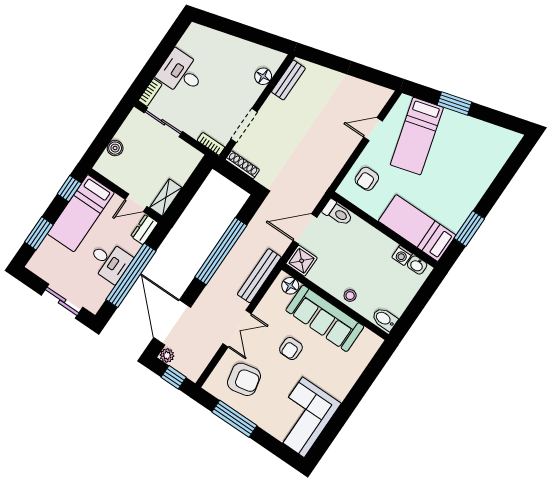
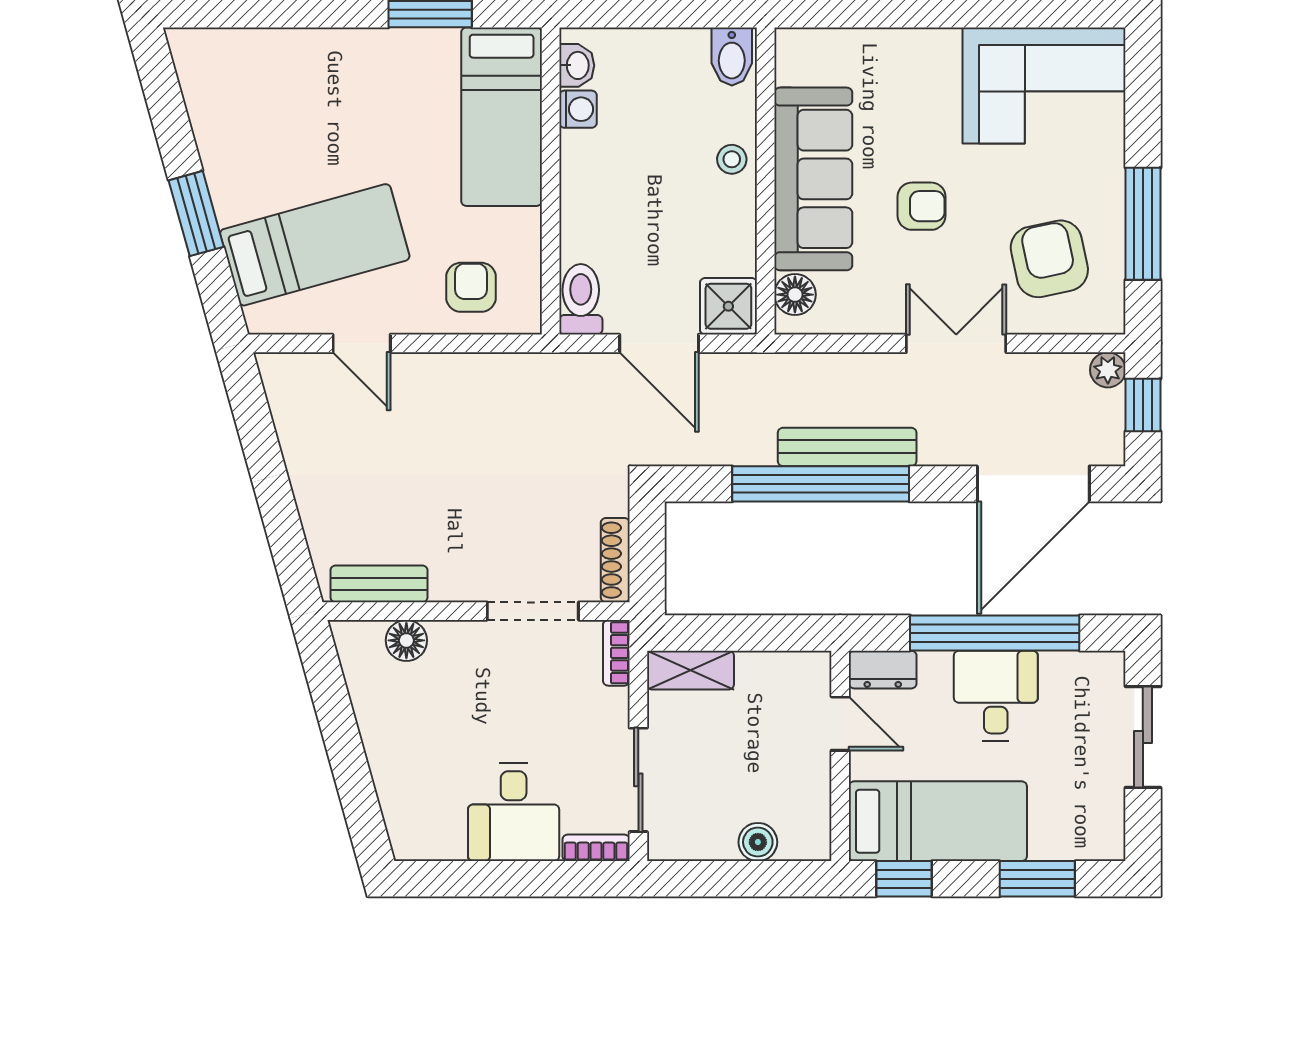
armchair: (367, 179) -> (471, 287), turned -90
shelving: (166, 198) -> (690, 670), moved
bench: (259, 276) -> (847, 447), moved
plant: (167, 355) -> (1108, 370), moved

